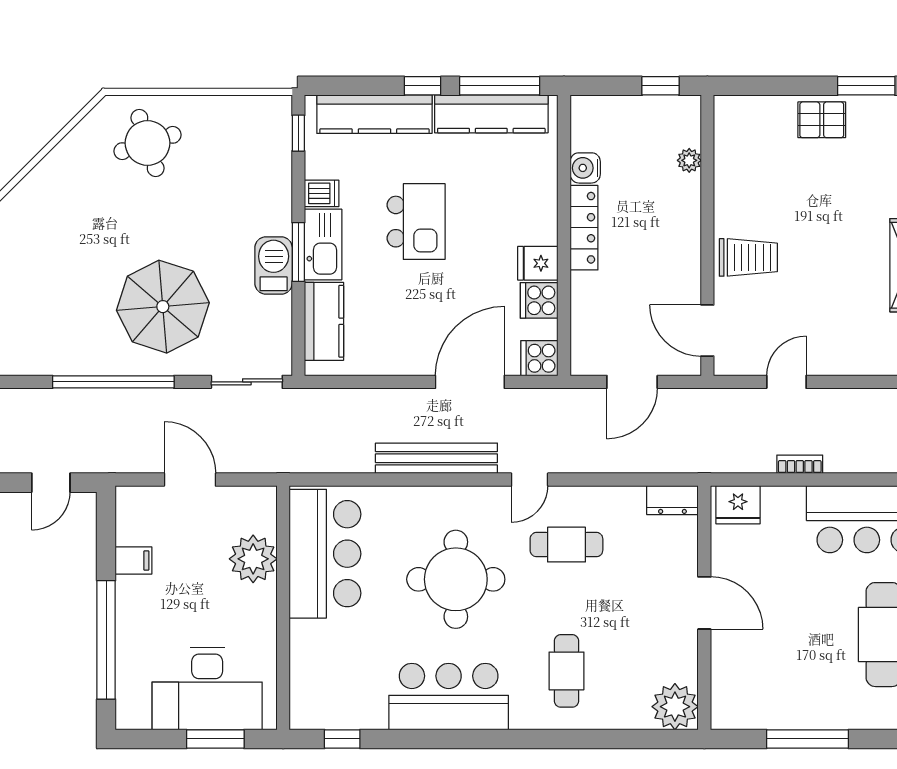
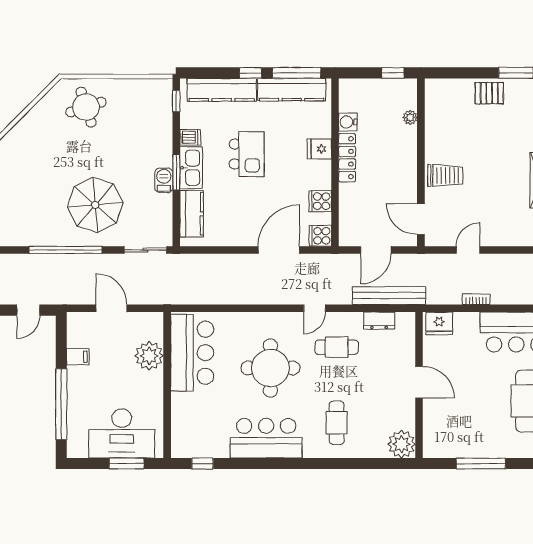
fridge: (538, 263) -> (319, 149), moved
barbecue: (274, 265) -> (164, 180), width x0.73, depth x0.79
bench: (436, 458) -> (389, 296), moved
dresser: (672, 500) -> (379, 321), moved

